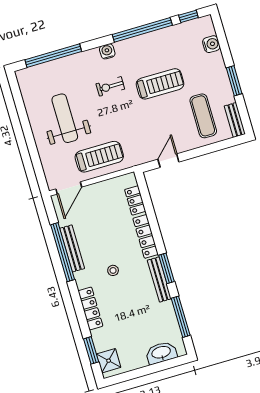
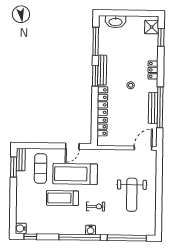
window: (142, 30) -> (80, 237), moved
water cooler: (211, 44) -> (21, 228), moved
window: (234, 81) -> (14, 167), moved
treadmill: (99, 157) -> (75, 174), moved, width x1.37, depth x1.38
locker: (90, 308) -> (153, 70), width x0.66

